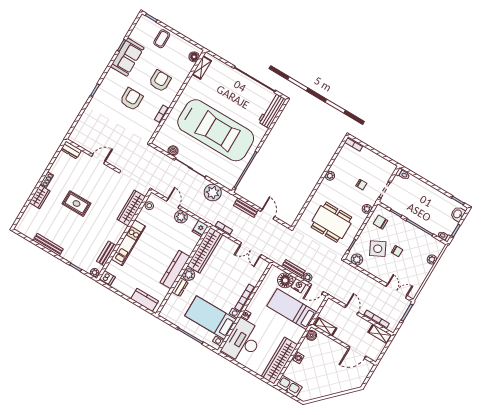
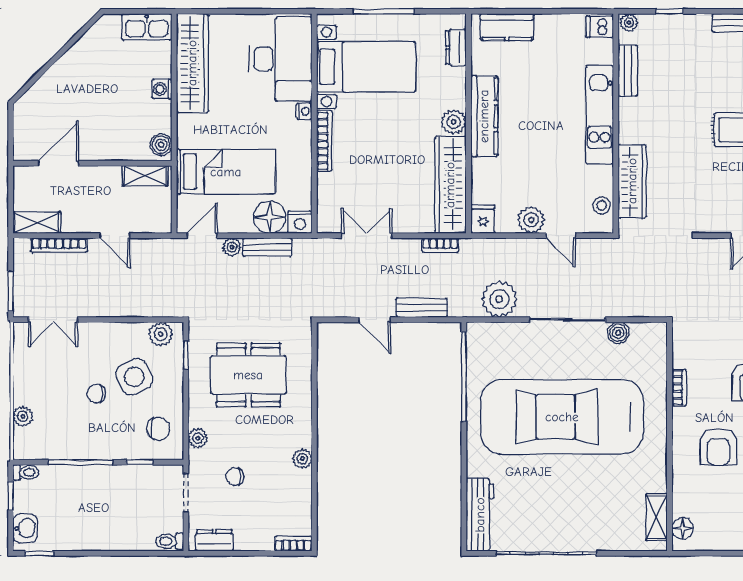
dresser: (385, 164) -> (214, 540), added
nightstand: (299, 286) -> (300, 222), moved
dresser: (180, 287) -> (456, 47), moved

